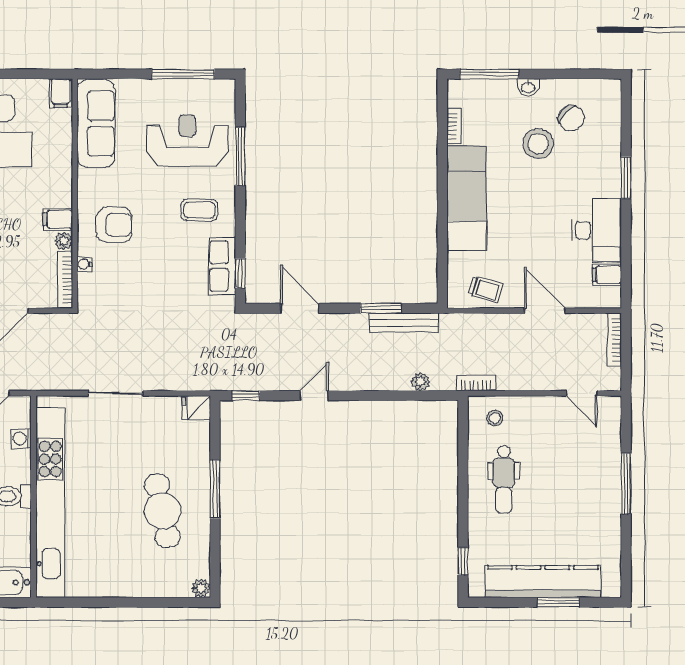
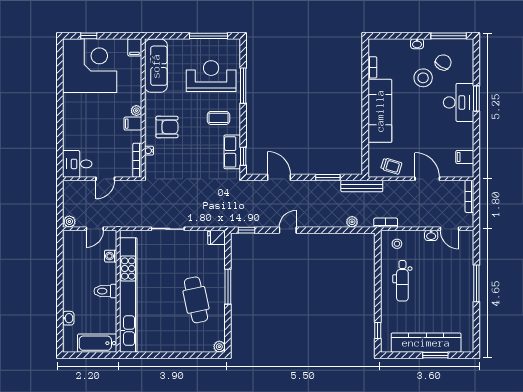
window: (489, 74) -> (449, 36), moved
chair: (571, 118) -> (443, 62), turned -102
desk: (597, 230) -> (458, 102), moved
plant: (64, 241) -> (136, 111), moved
bench: (404, 323) -> (362, 186), moved
washbasin: (551, 404) -> (431, 235), added

